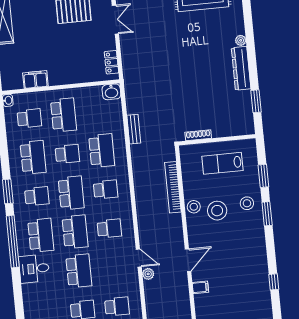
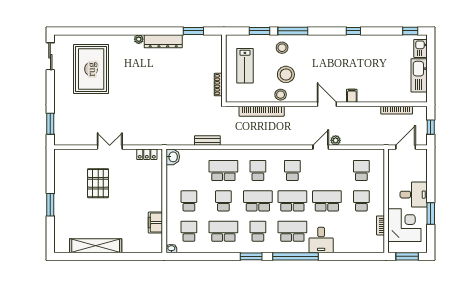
school desk: (64, 115) -> (189, 201), width x0.54
window: (267, 214) -> (293, 31), width x1.44

